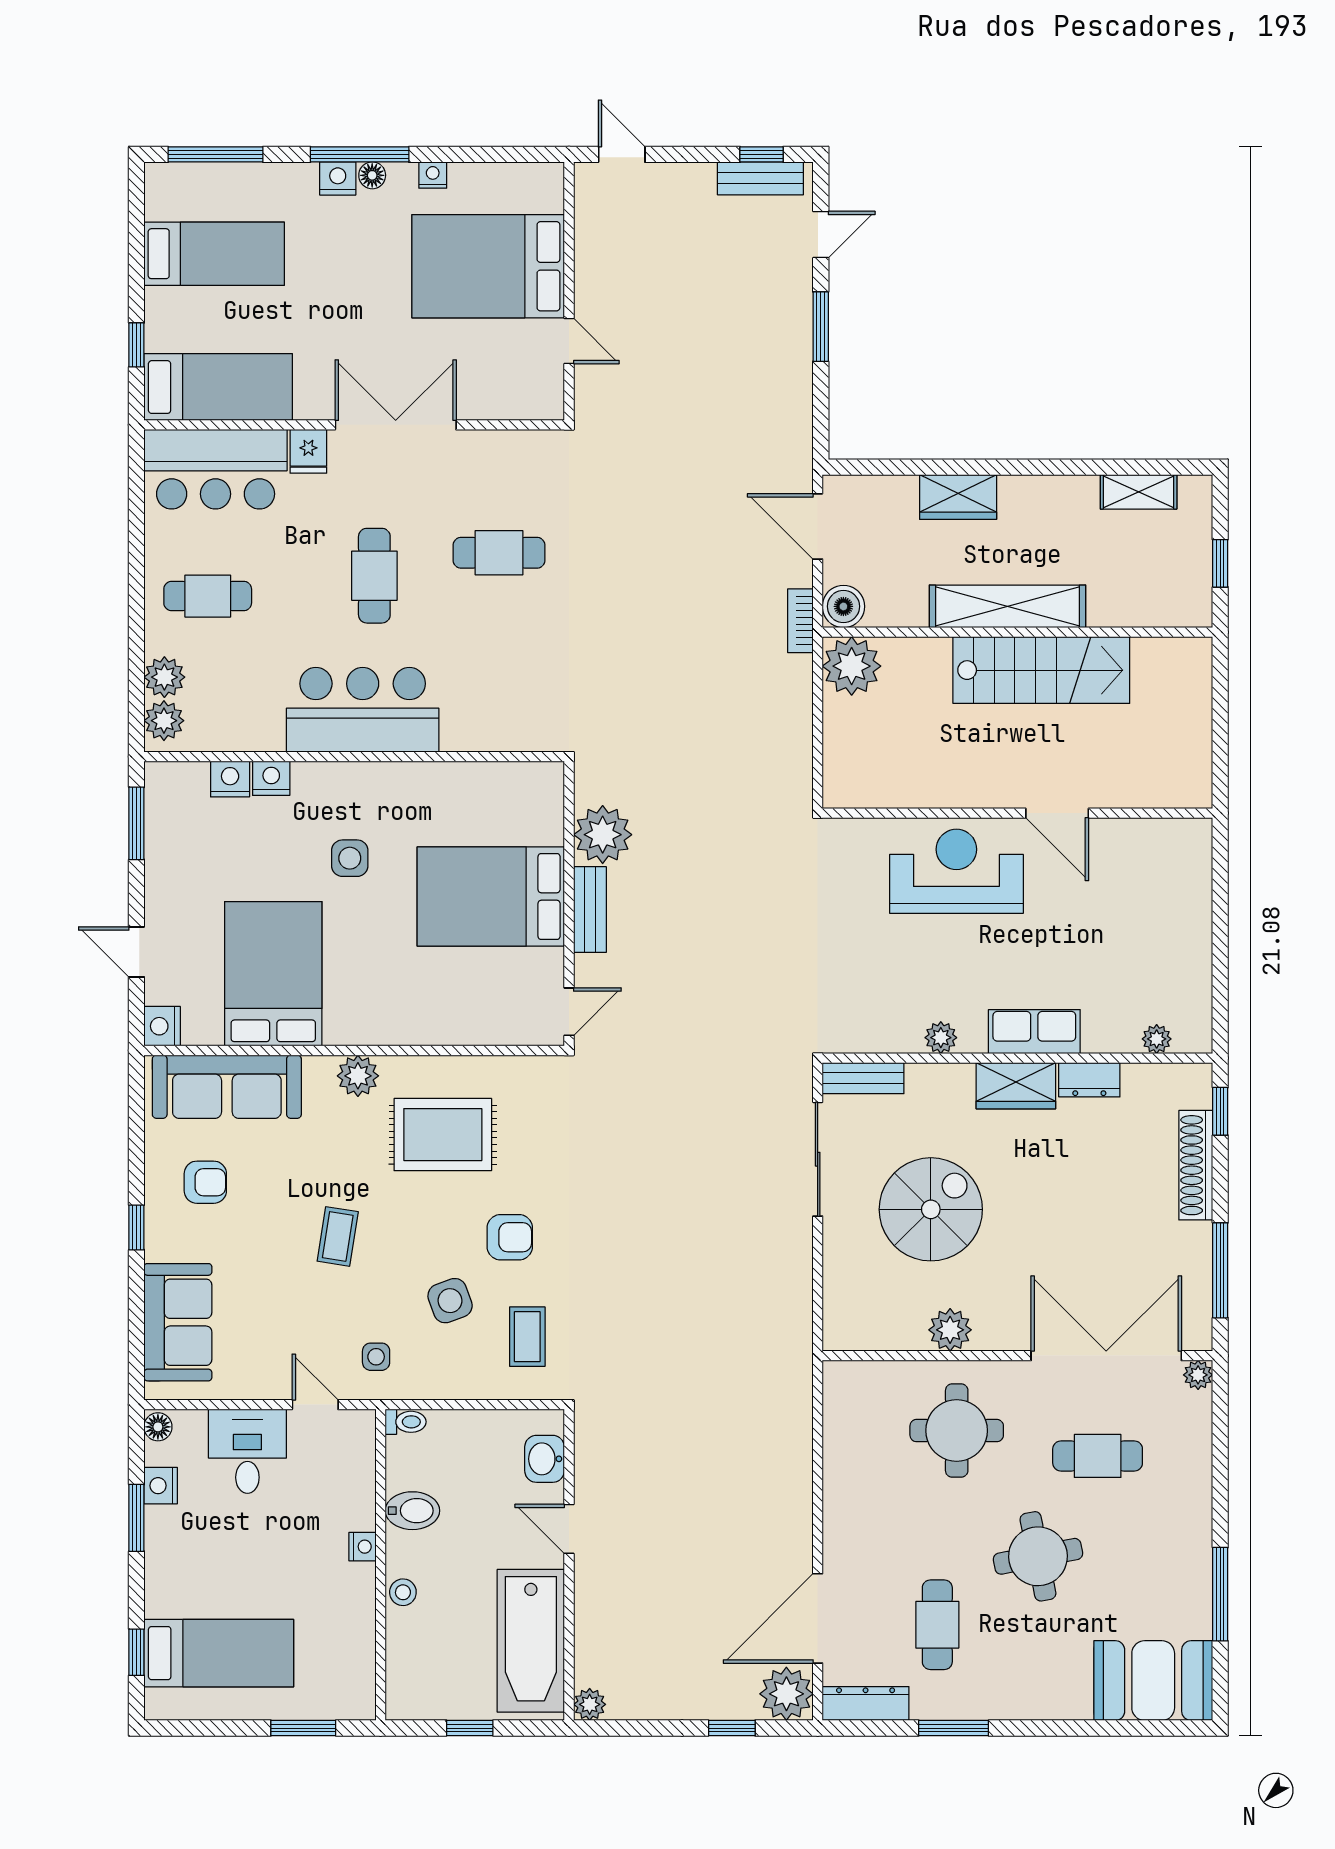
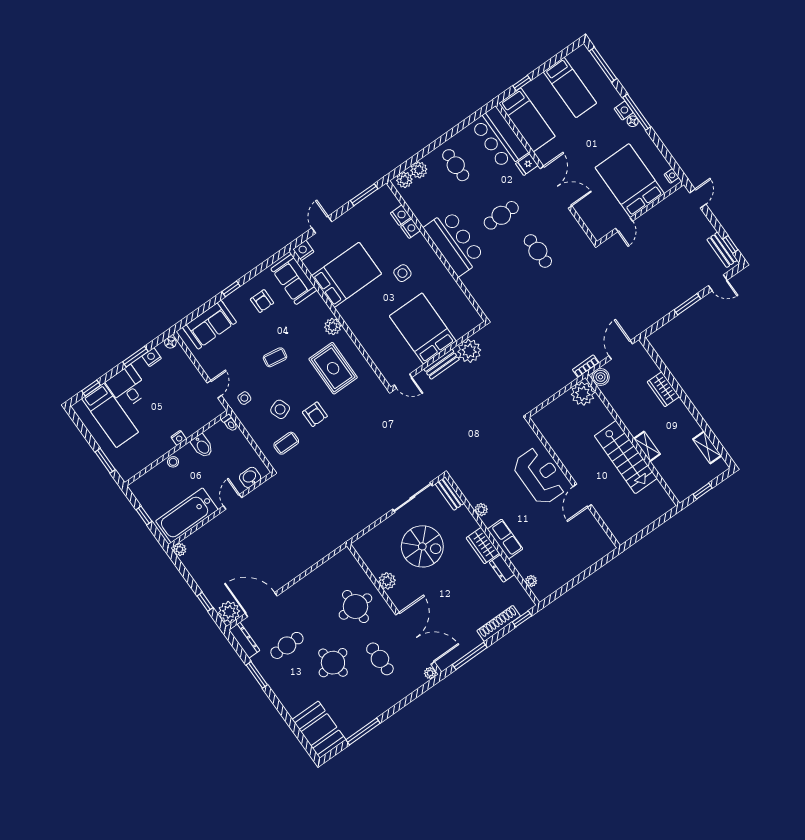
nightstand: (433, 175) -> (671, 176), moved
shelving: (1007, 606) -> (647, 446), width x0.45, depth x0.75
sofa: (227, 1087) -> (294, 279), width x0.73
desk: (247, 1451) -> (127, 387), moved, turned -90

